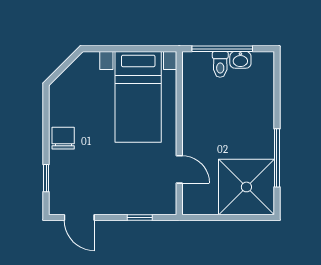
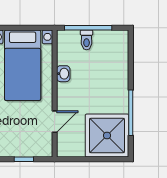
washbasin: (240, 60) -> (63, 74), moved, turned -90
door: (179, 169) -> (55, 122), hinge flipped

